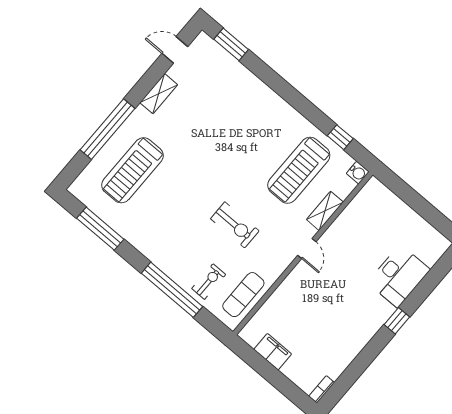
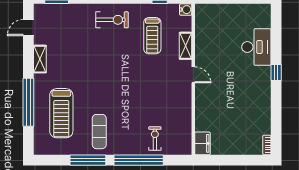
treadmill: (299, 170) -> (152, 36), width x0.73, depth x0.73
exercise bike: (235, 225) -> (112, 20), moved
window: (100, 229) -> (88, 160), moved
exercise mat: (243, 295) -> (99, 132), moved
filing cabinet: (273, 352) -> (202, 143), moved, turned 90

